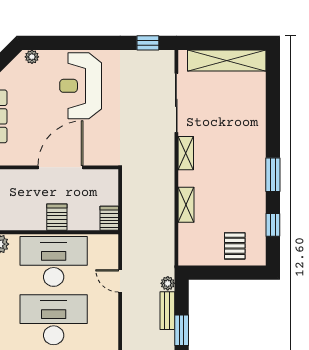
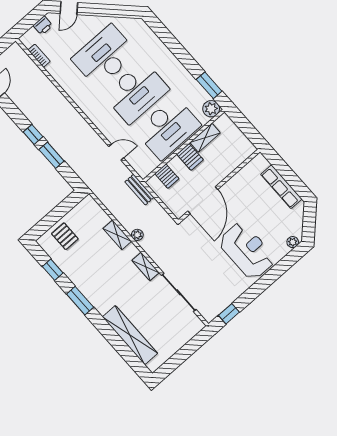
shelving: (227, 61) -> (130, 335), moved, turned 90
door: (61, 167) -> (203, 200), moved
server rack: (109, 218) -> (167, 176), moved
shelving: (28, 222) -> (205, 138), added
plant: (168, 283) -> (137, 235), moved
bench: (167, 311) -> (139, 190), moved

